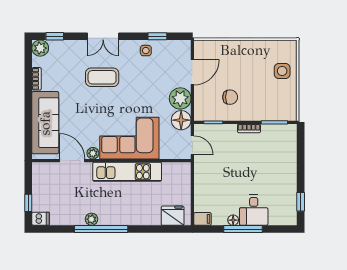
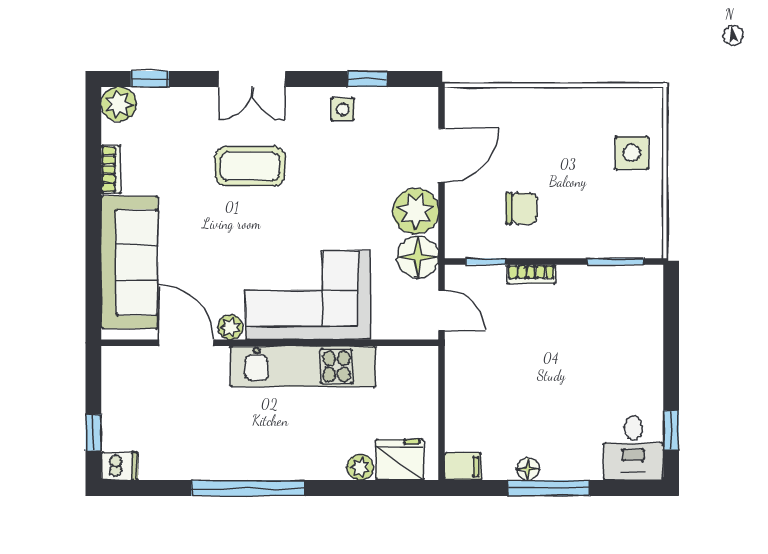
bookcase: (249, 128) -> (531, 274), moved
desk: (254, 210) -> (633, 448), moved
plant: (91, 219) -> (360, 467), moved

